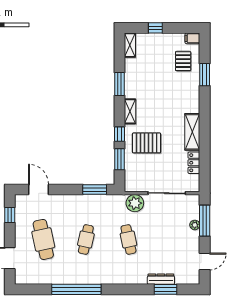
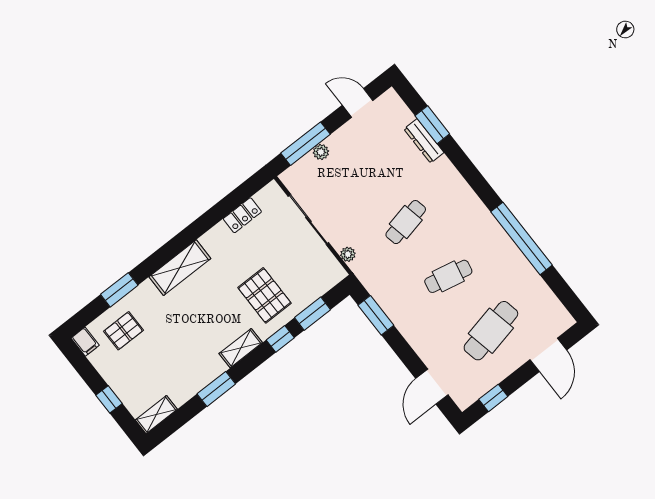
shelving: (192, 132) -> (180, 268), moved
plant: (135, 203) -> (348, 254), width x0.53, depth x0.53

